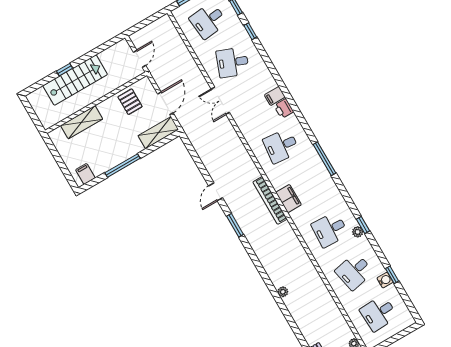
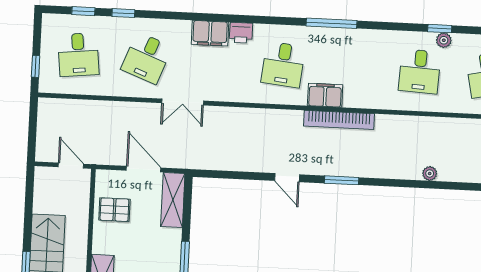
filing cabinet: (275, 96) -> (210, 33), width x2.00
filing cabinet: (288, 199) -> (325, 95), moved
plant: (283, 292) -> (430, 174), moved

